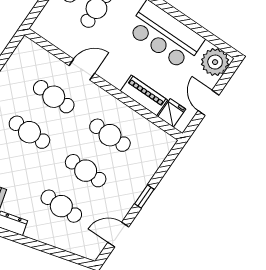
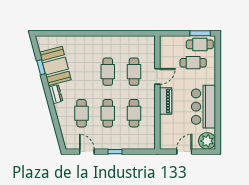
door: (82, 70) -> (157, 76), hinge flipped
piano: (144, 95) -> (166, 101), moved
fridge: (172, 113) -> (167, 137), removed

